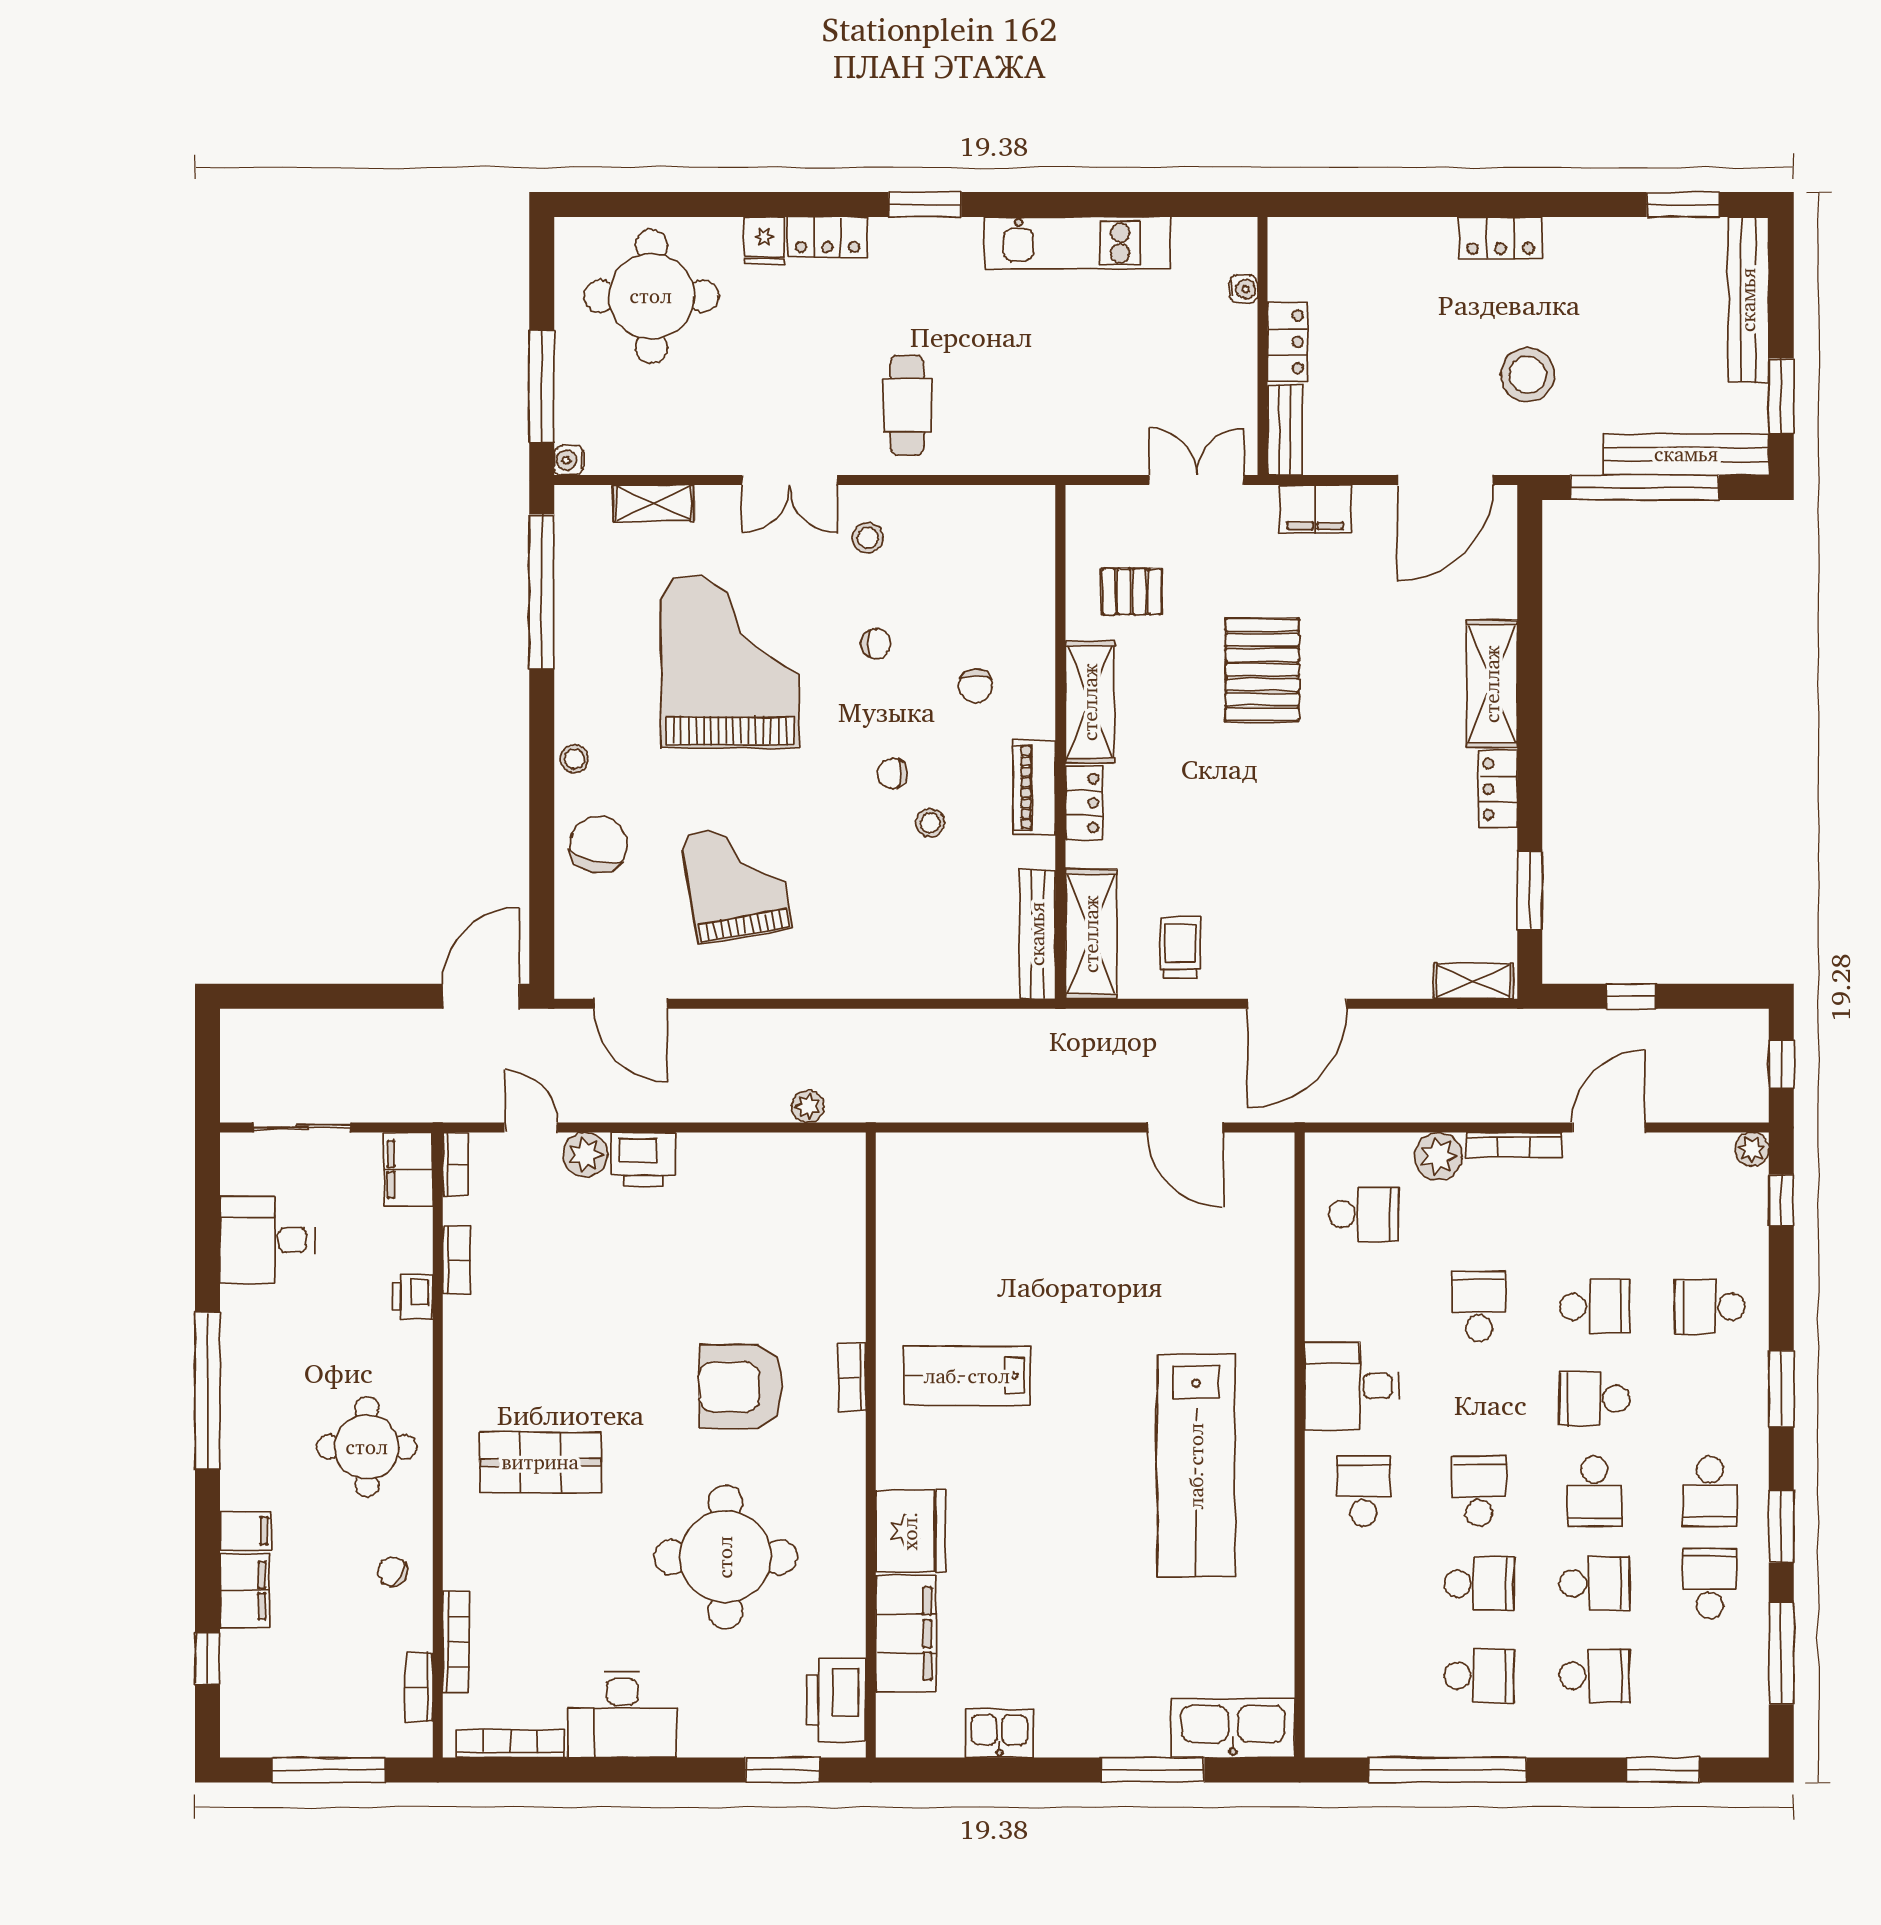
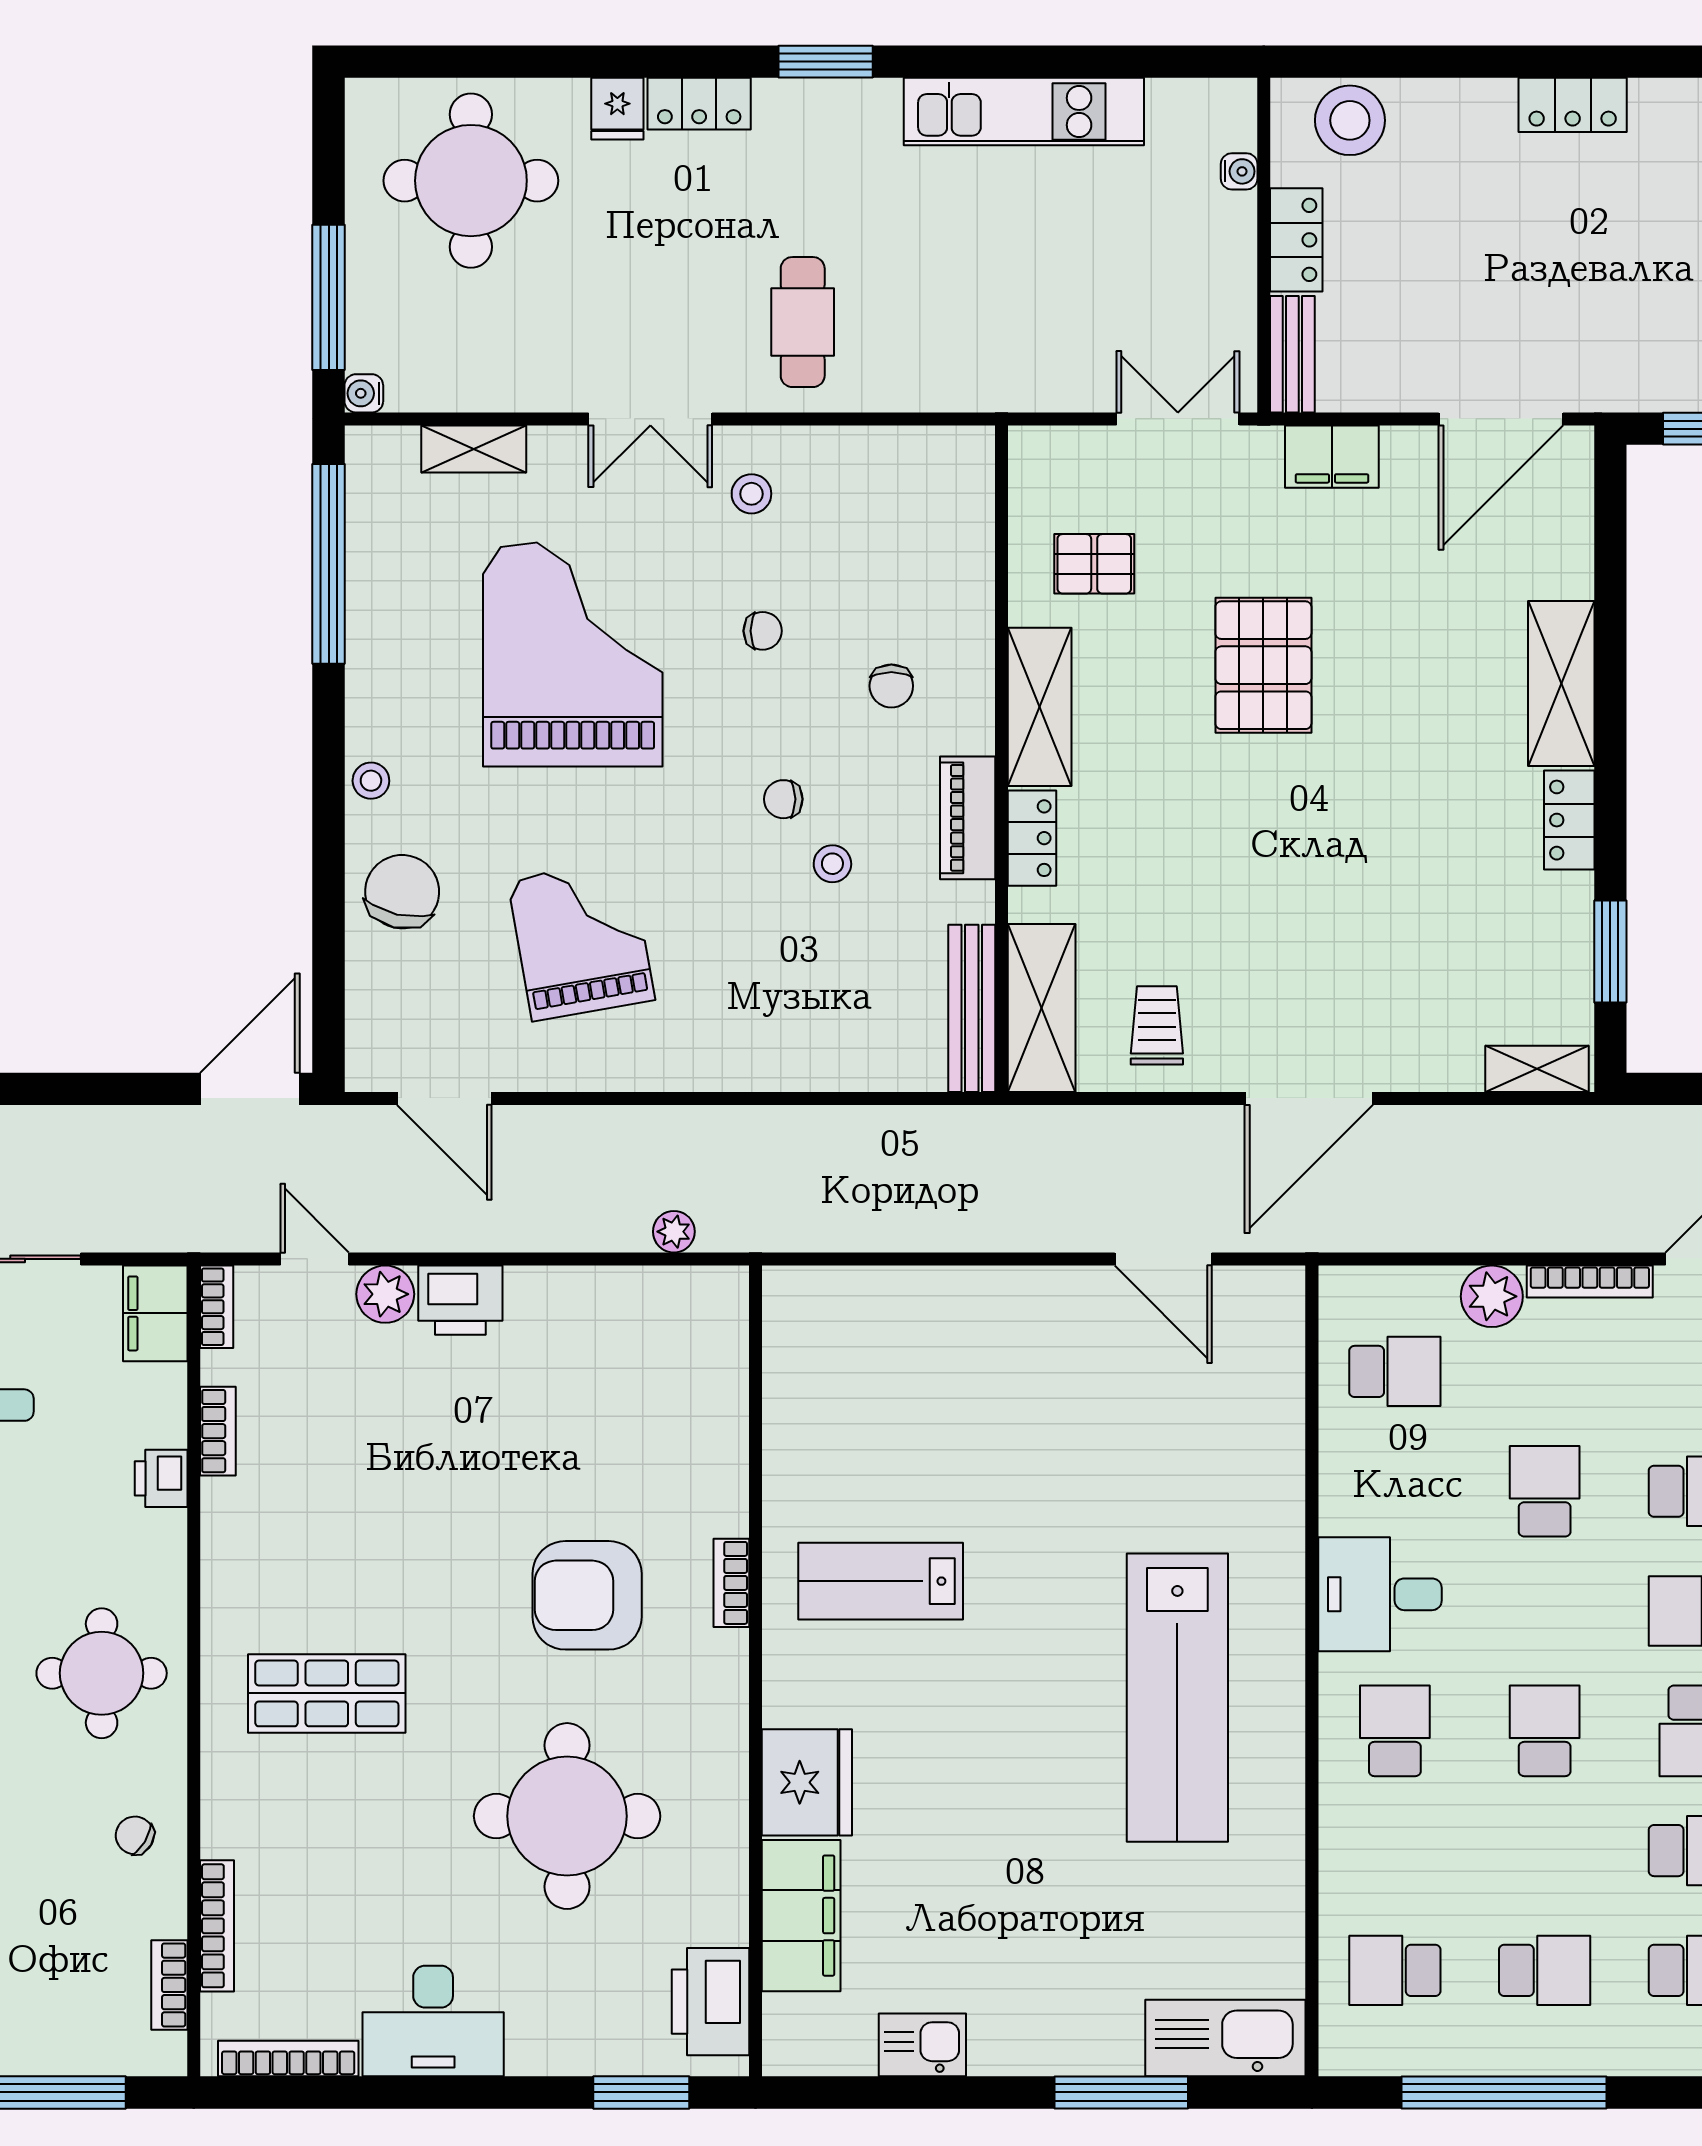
stool: (1528, 375) -> (1350, 120), moved
school desk: (1479, 1584) -> (1395, 1970), moved, turned 180

